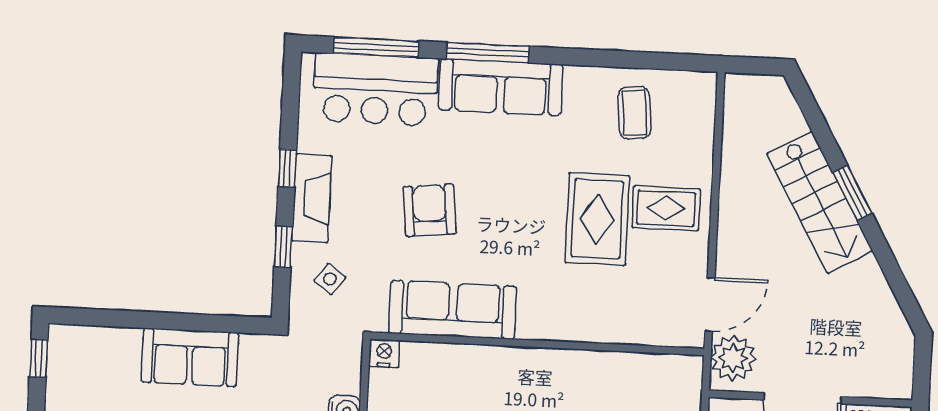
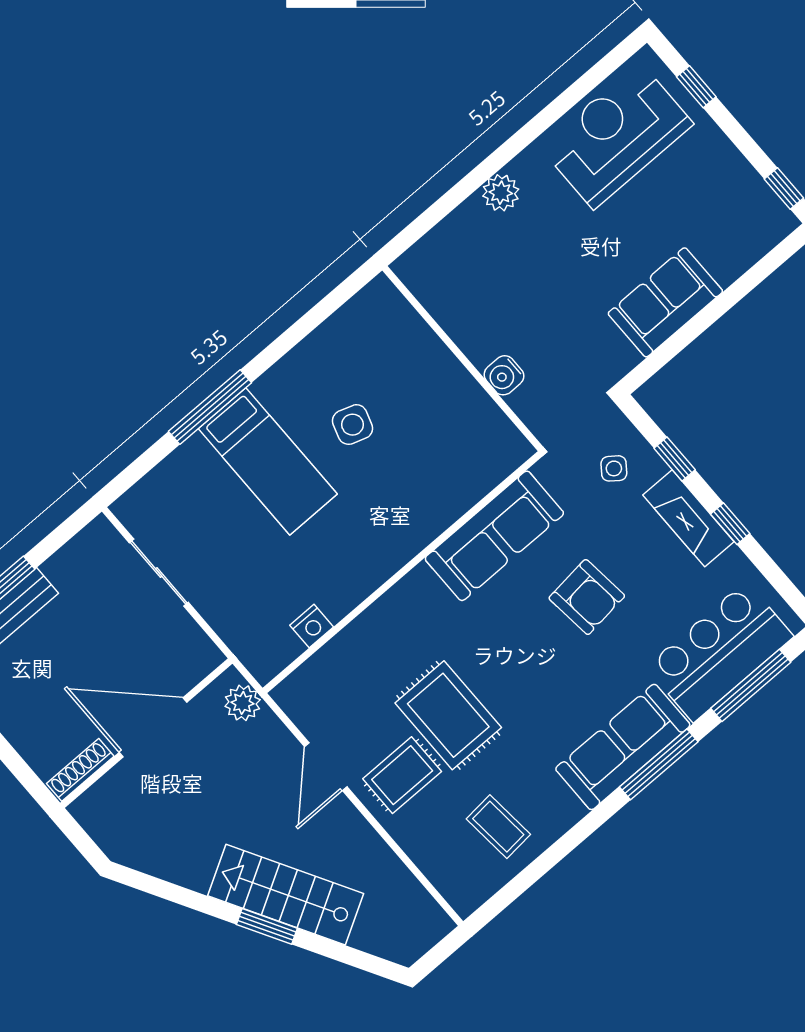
door: (710, 304) -> (326, 767), moved
nightstand: (384, 353) -> (312, 626), moved
plant: (733, 358) -> (243, 703), width x0.73, depth x0.73

